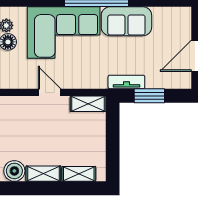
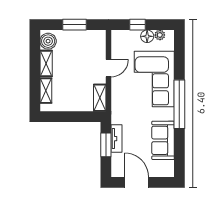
sofa: (126, 21) -> (163, 140), moved
tv unit: (126, 82) -> (116, 139), moved

